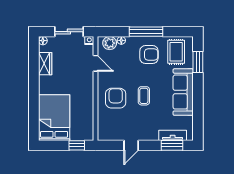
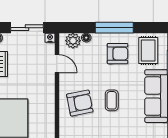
armchair: (116, 98) -> (80, 103), turned 79

